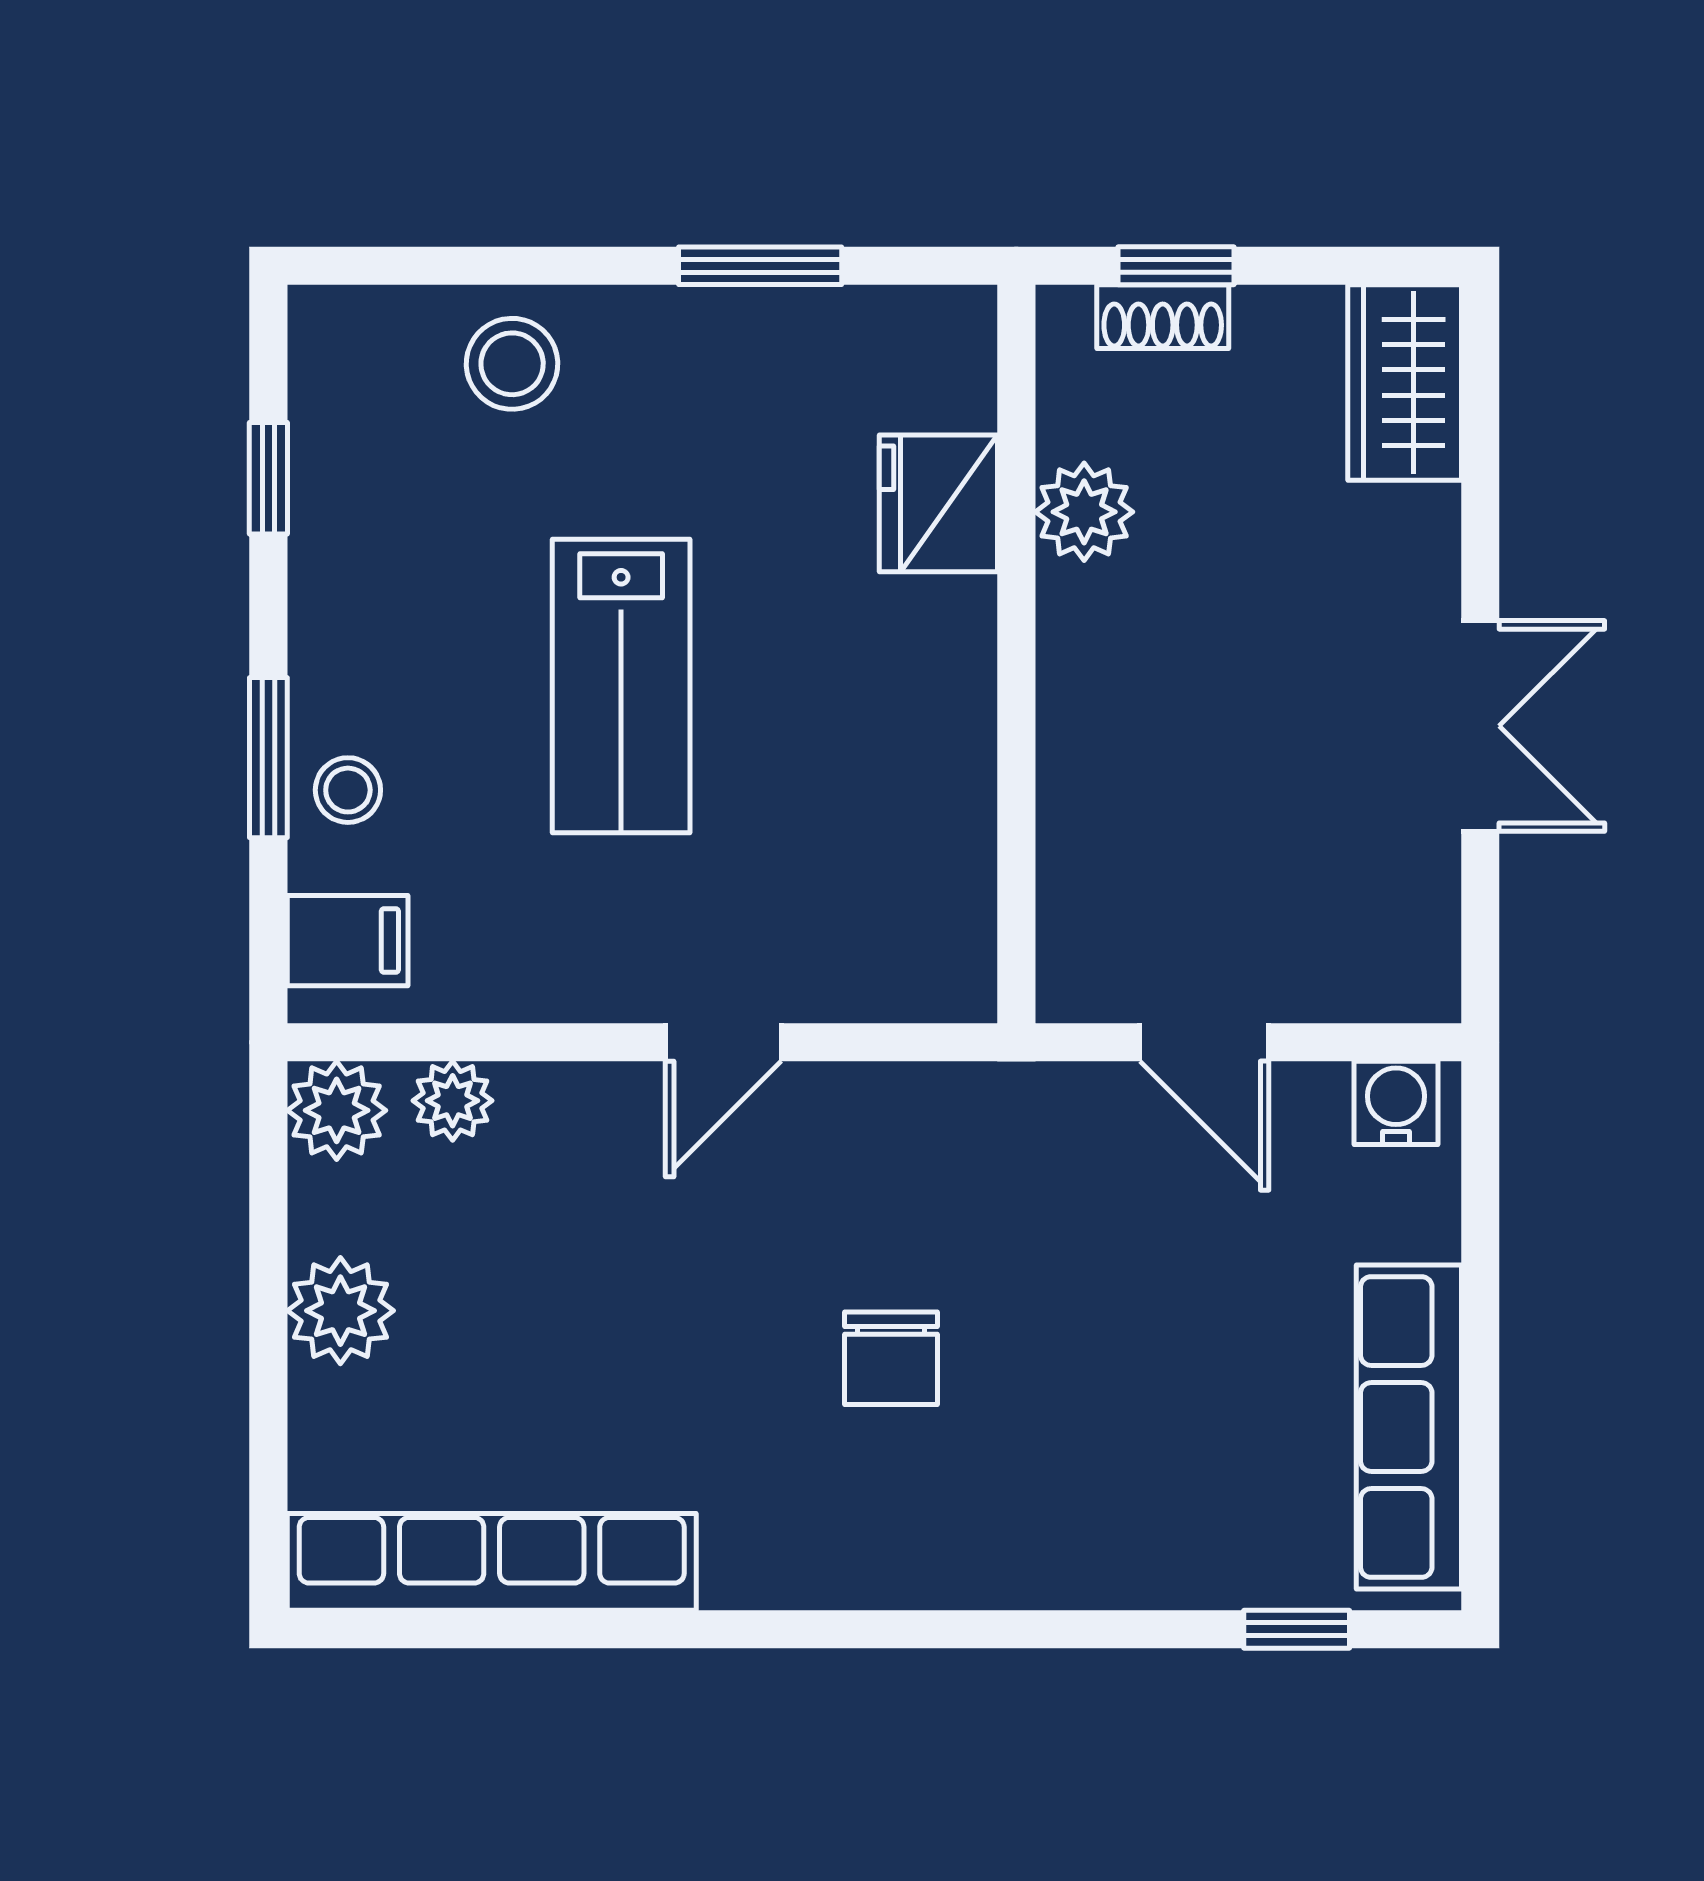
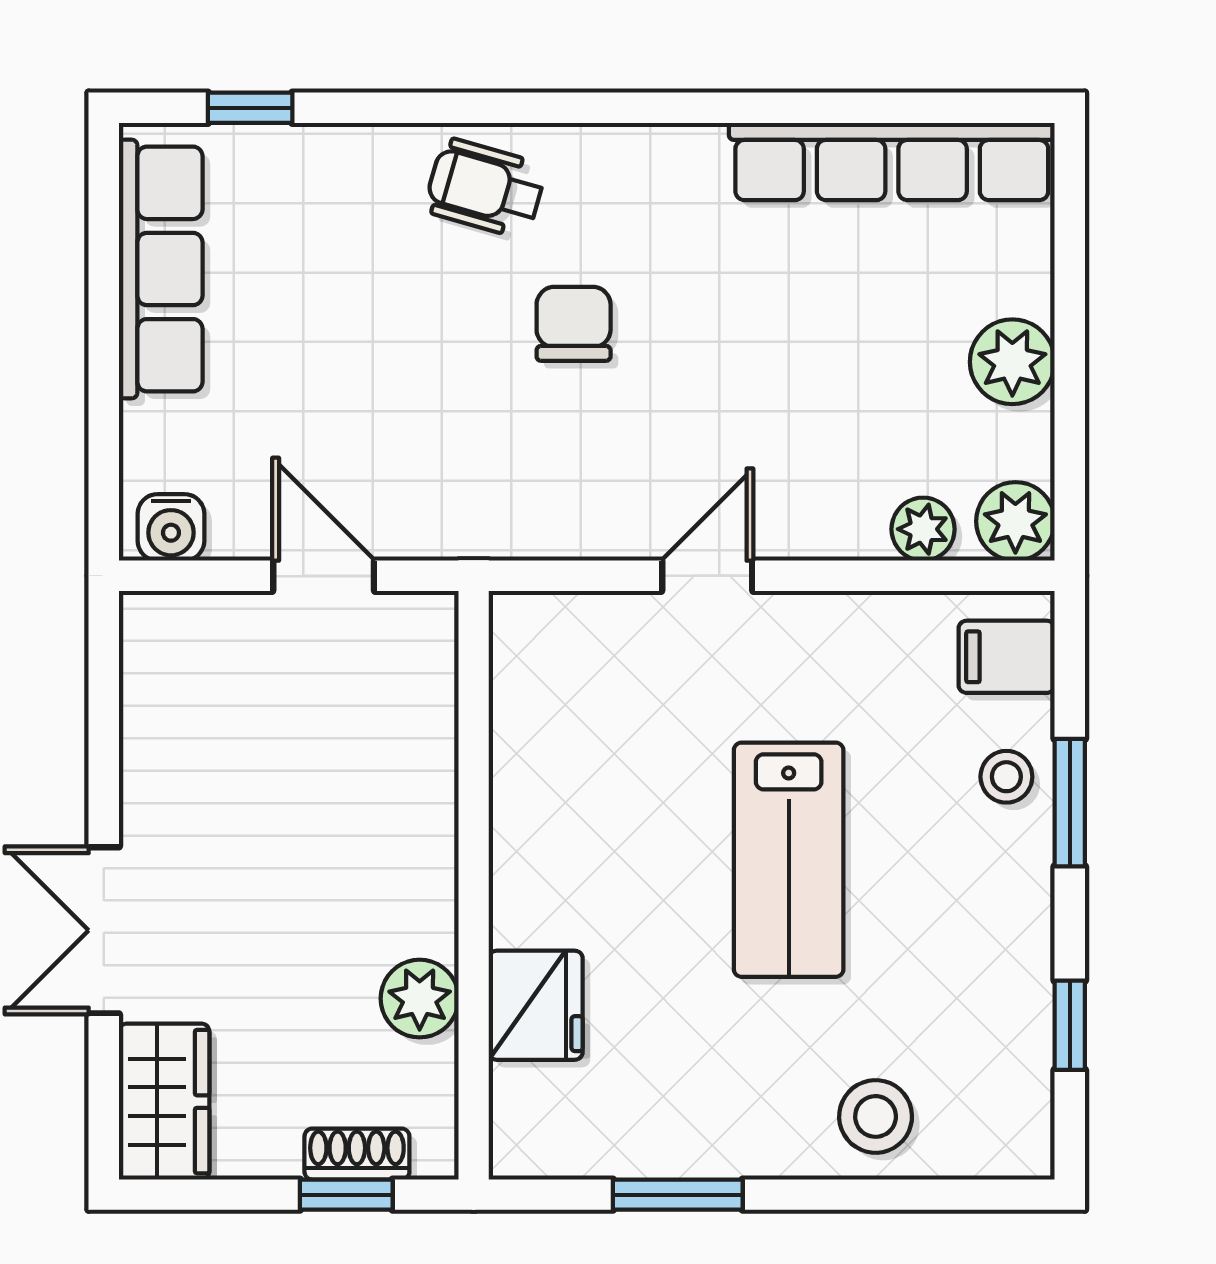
lab bench: (621, 686) -> (789, 860), turned 180
double door: (1480, 726) -> (104, 930), moved
wheelchair: (1002, 1528) -> (485, 188), added

